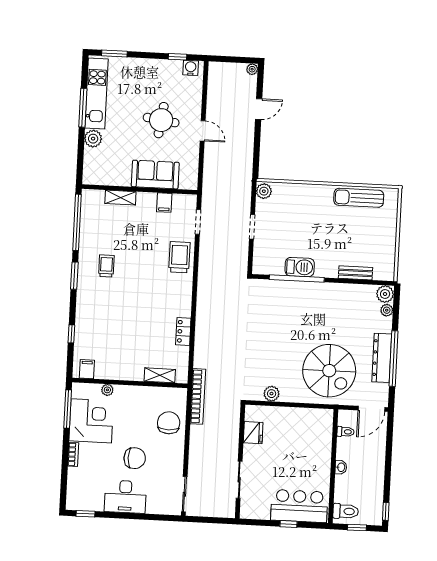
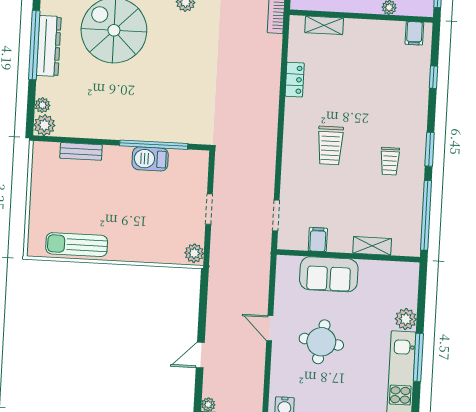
sun lounger: (359, 198) -> (77, 245), turned 180
trolley: (179, 257) -> (330, 145), moved

